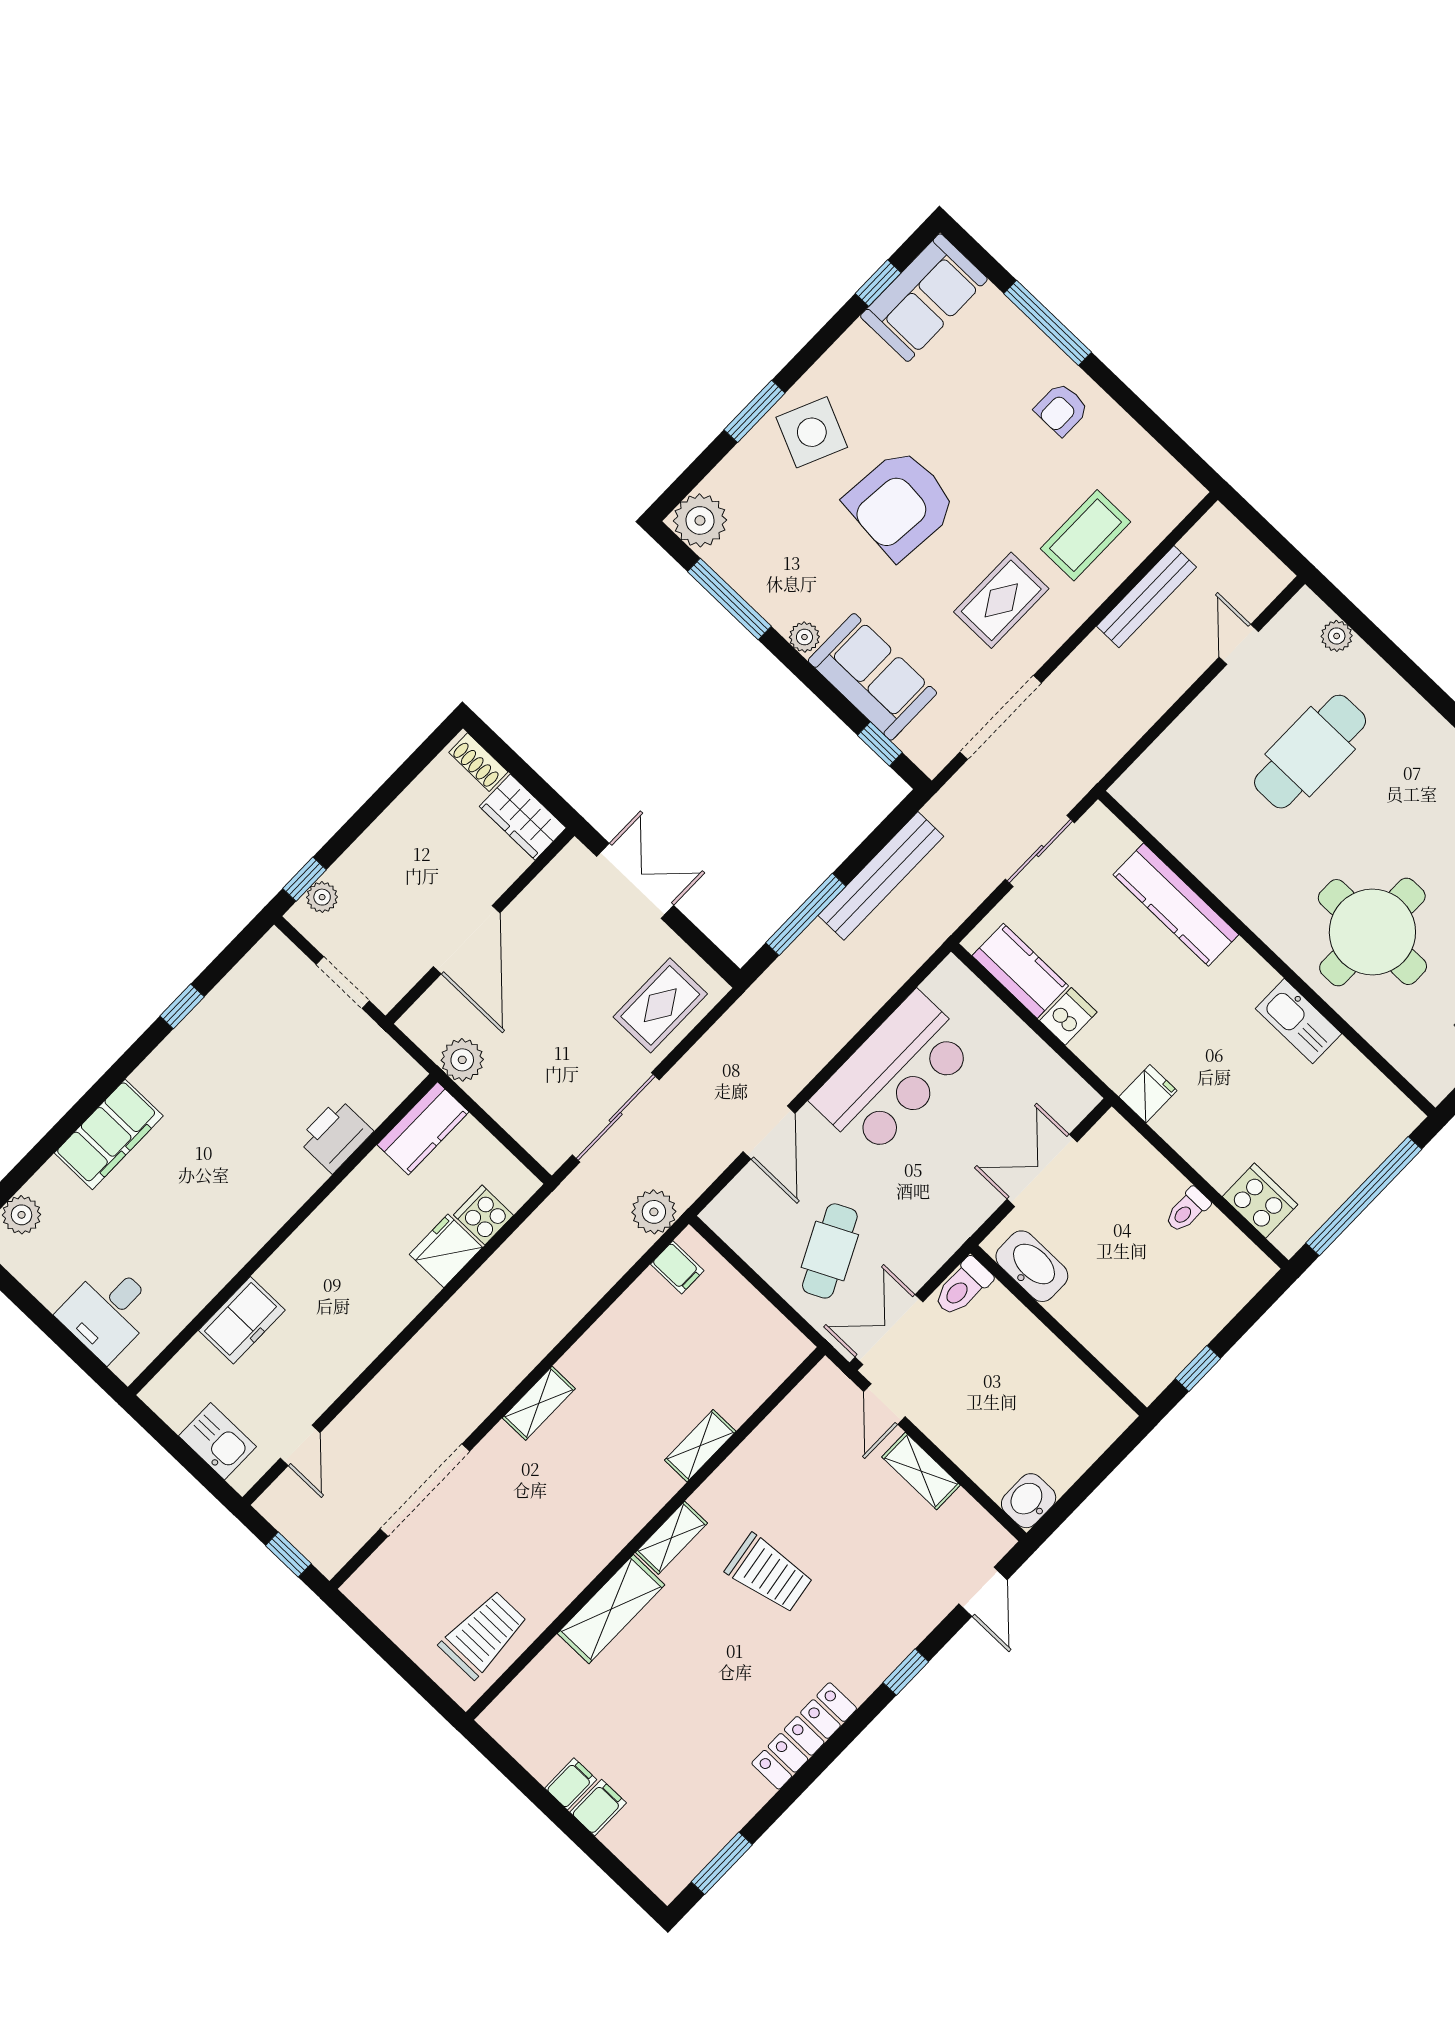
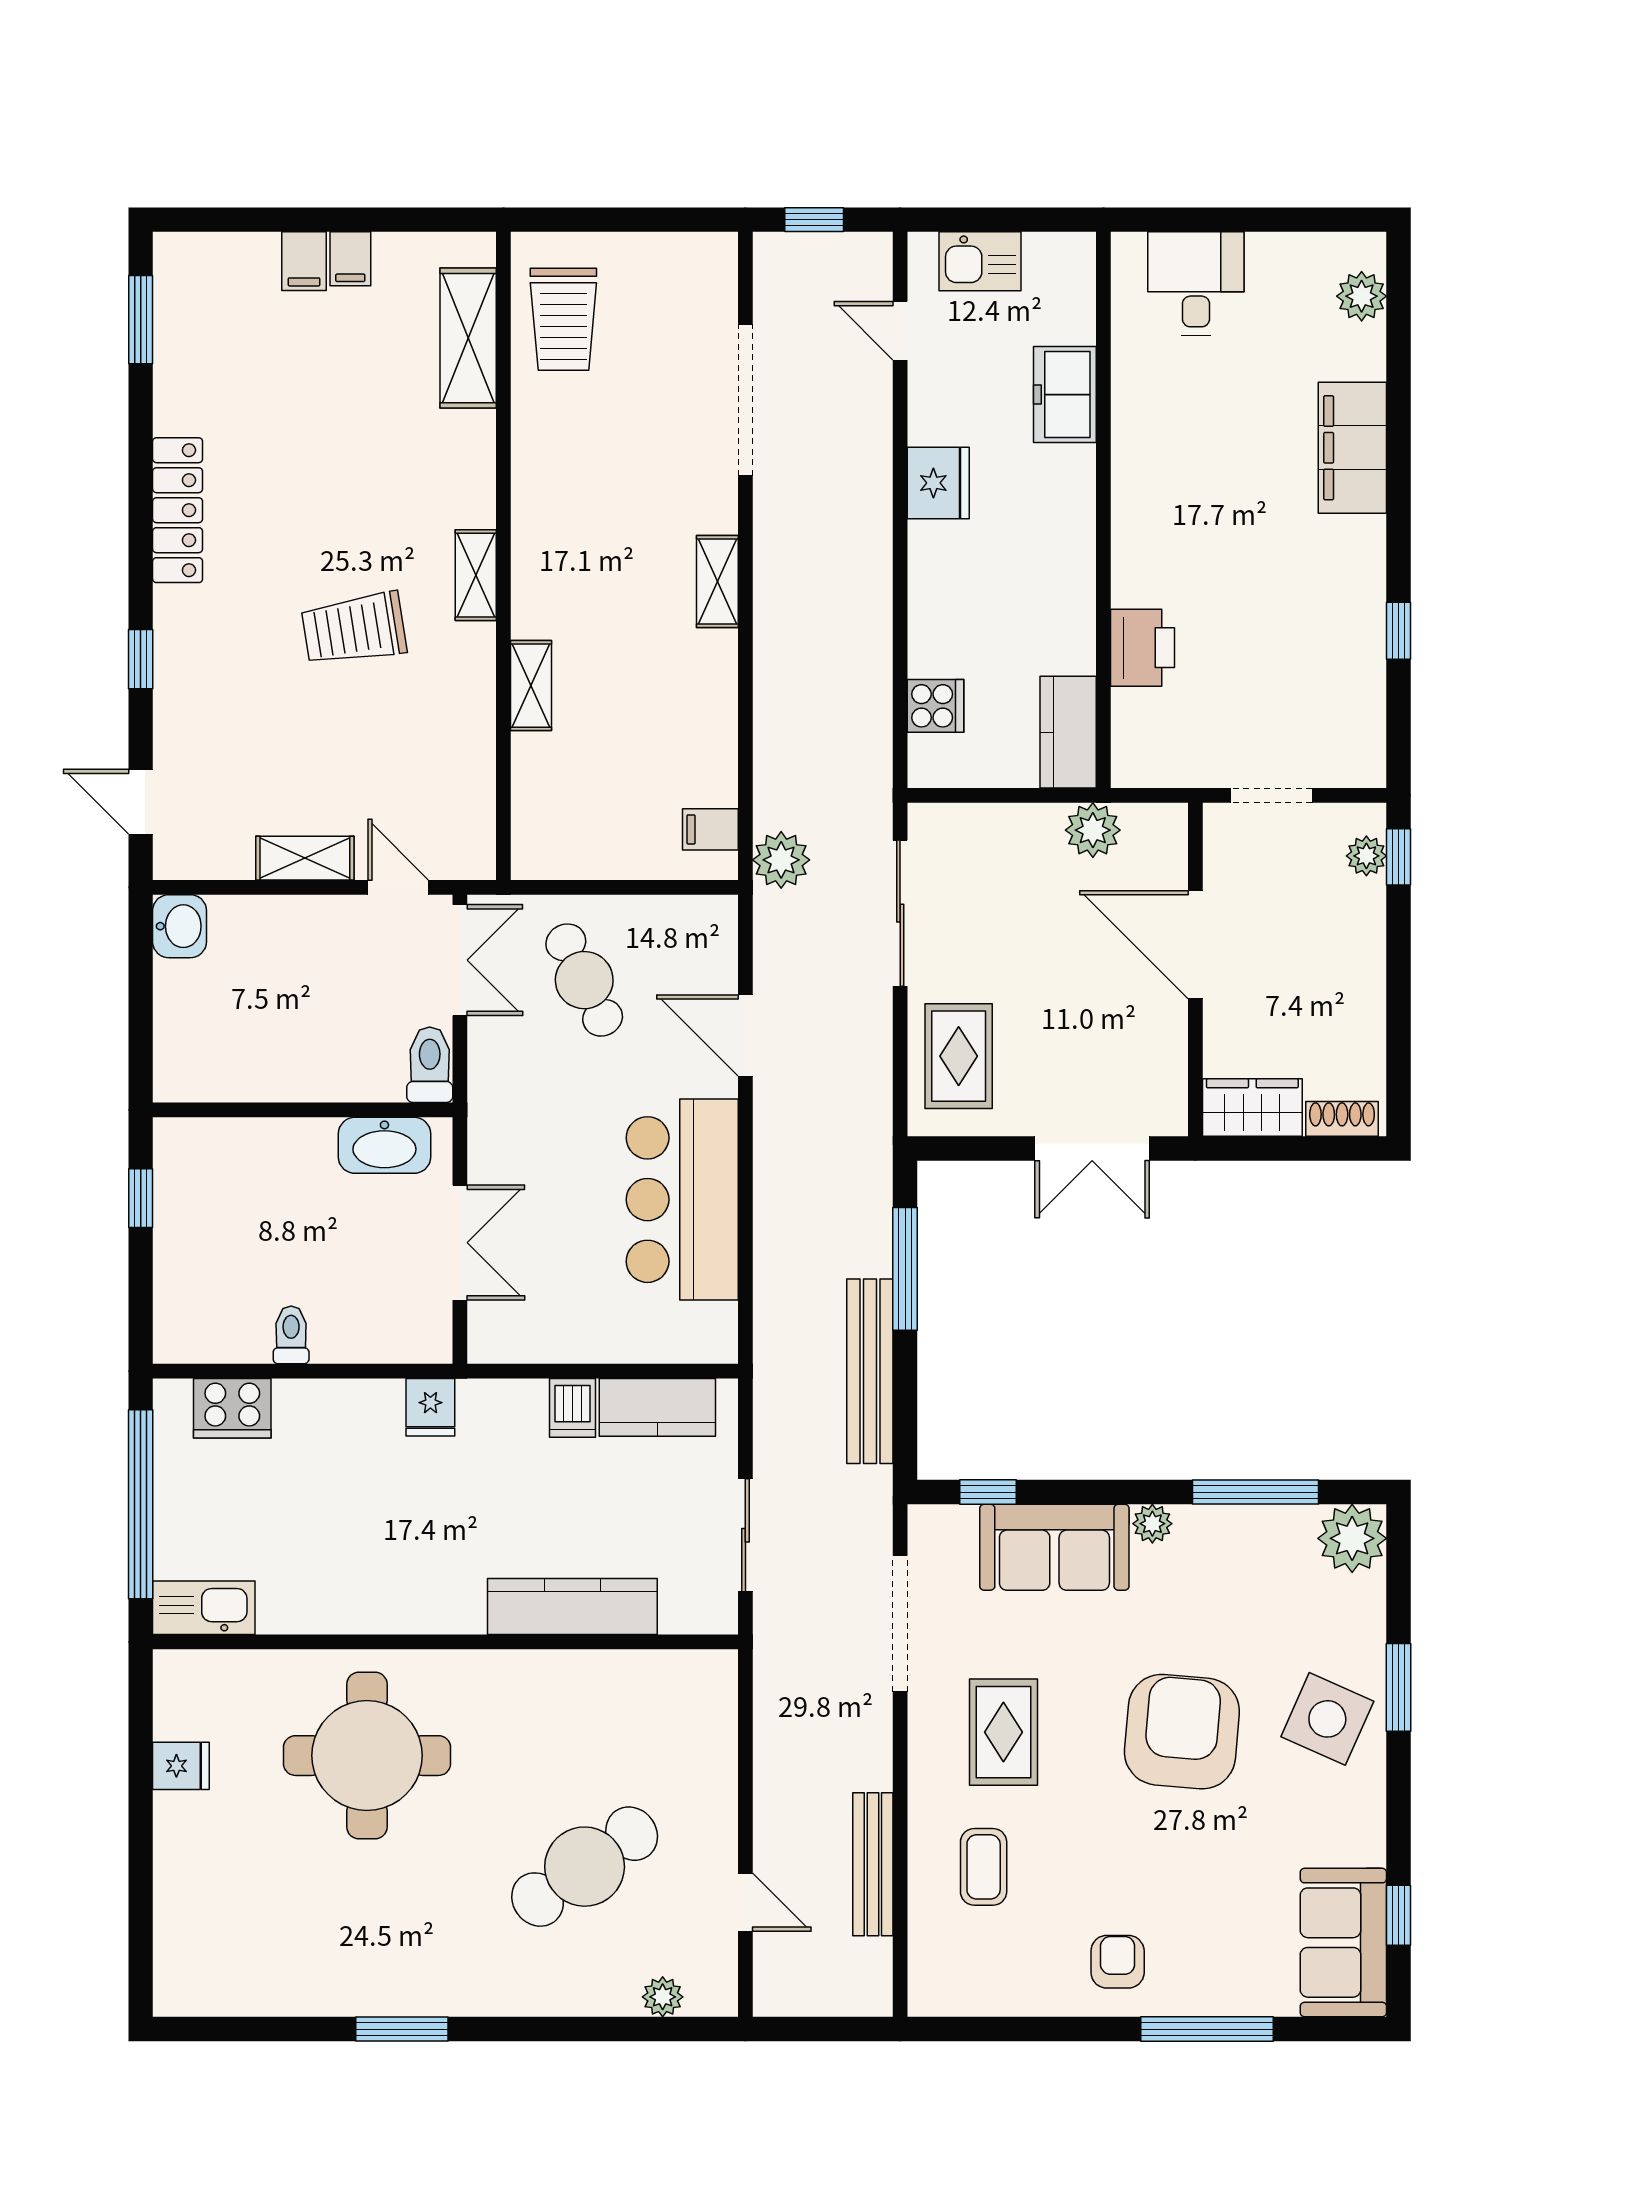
coffee table: (1086, 535) -> (984, 1867), width x0.73, depth x0.77
cafe table: (1310, 752) -> (585, 1867), turned 55
kitchen sink: (1298, 1021) -> (204, 1608), moved
fridge: (446, 1251) -> (938, 483), moved
shelving: (611, 1609) -> (468, 338), moved

